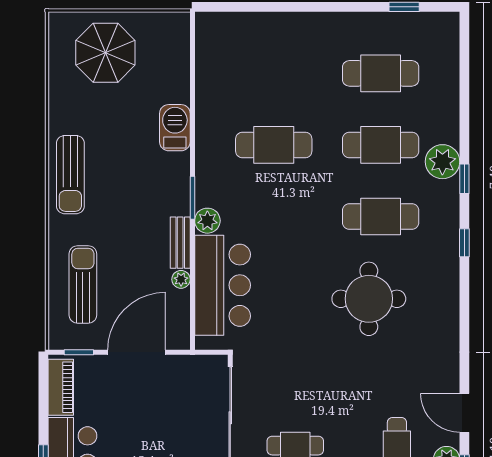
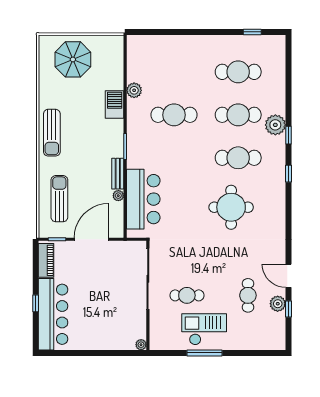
plant: (207, 221) -> (134, 90), moved

